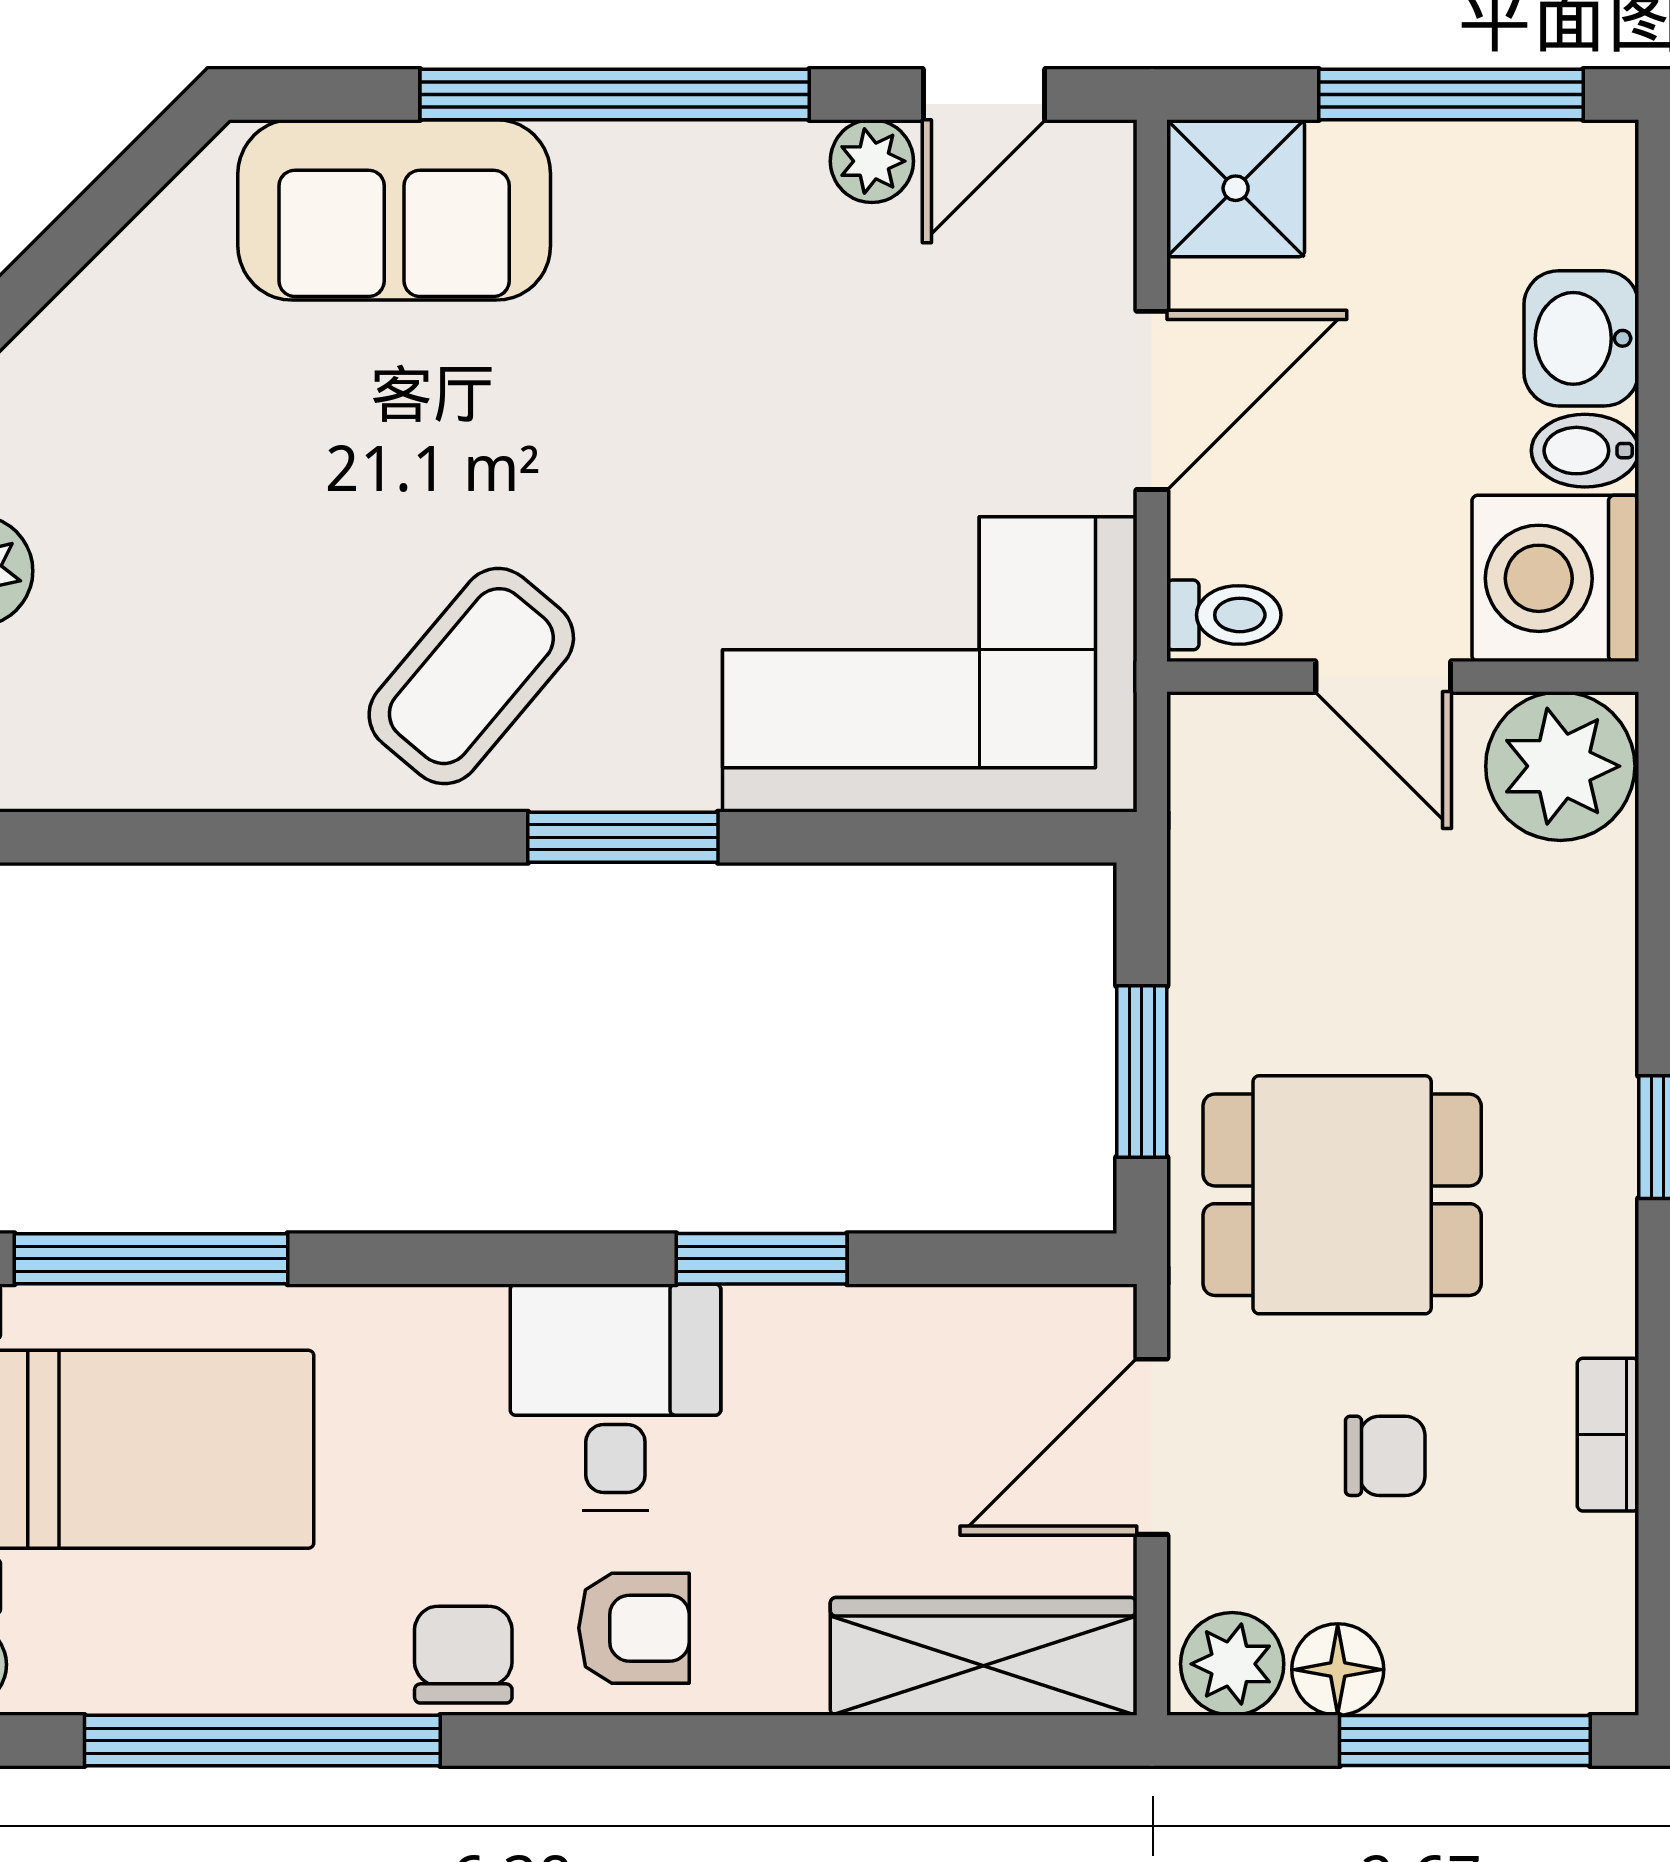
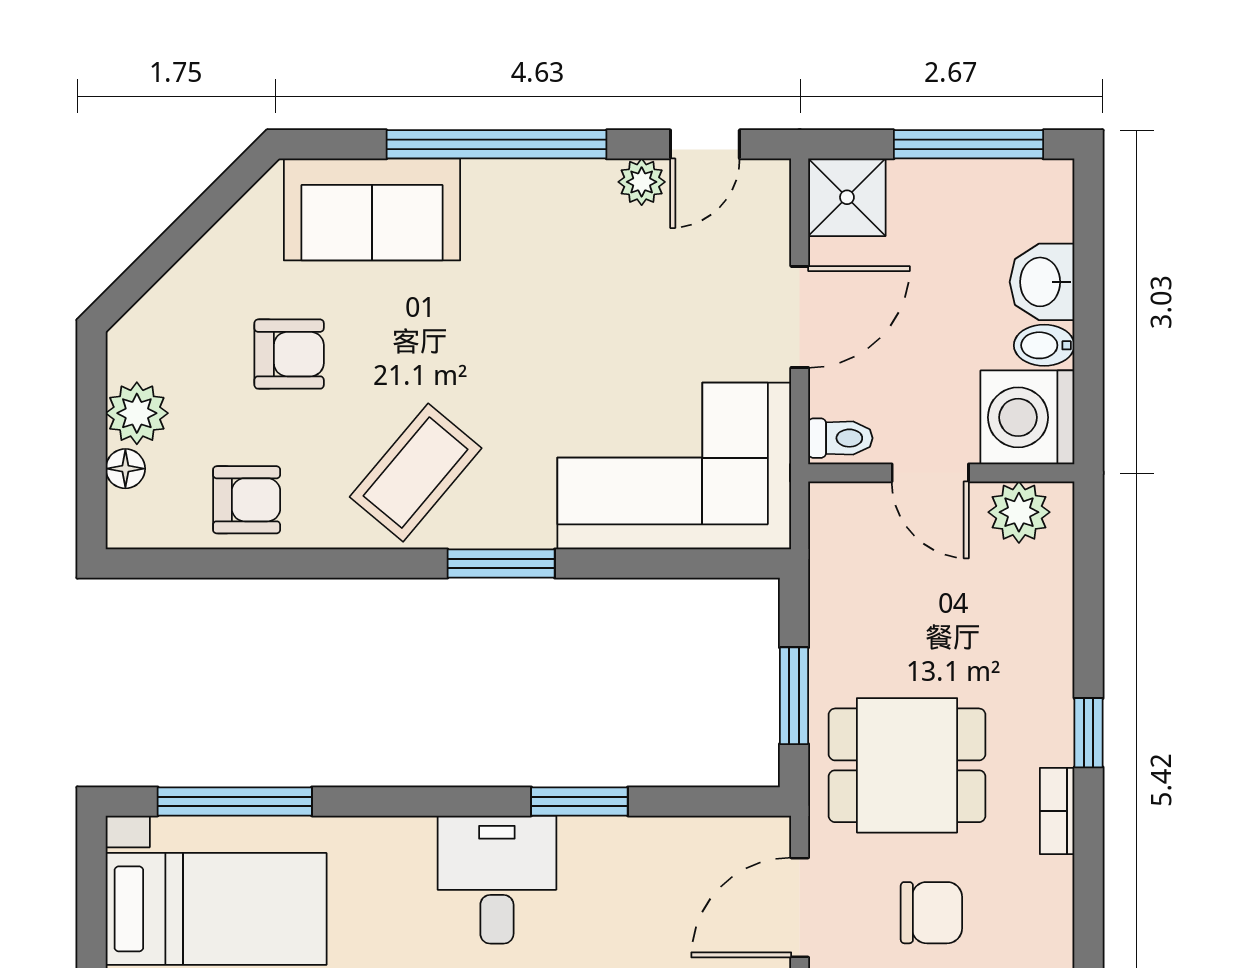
armchair: (247, 466) -> (289, 354), added
armchair: (172, 724) -> (247, 500), added
plant: (1560, 766) -> (1019, 512), width x0.73, depth x0.73
bookcase: (1608, 1435) -> (1057, 811), moved
chair: (1385, 1456) -> (931, 913), width x1.37, depth x1.37

